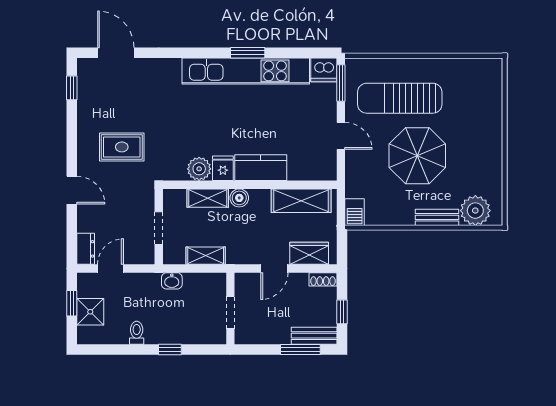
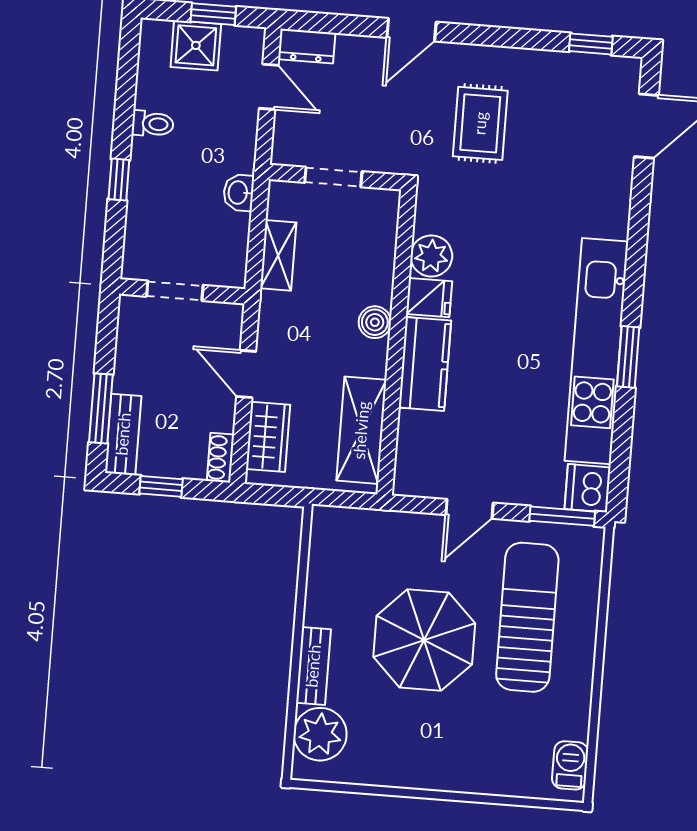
shelving: (208, 198) -> (379, 267), removed
barbecue: (355, 212) -> (570, 765), moved, turned 90

